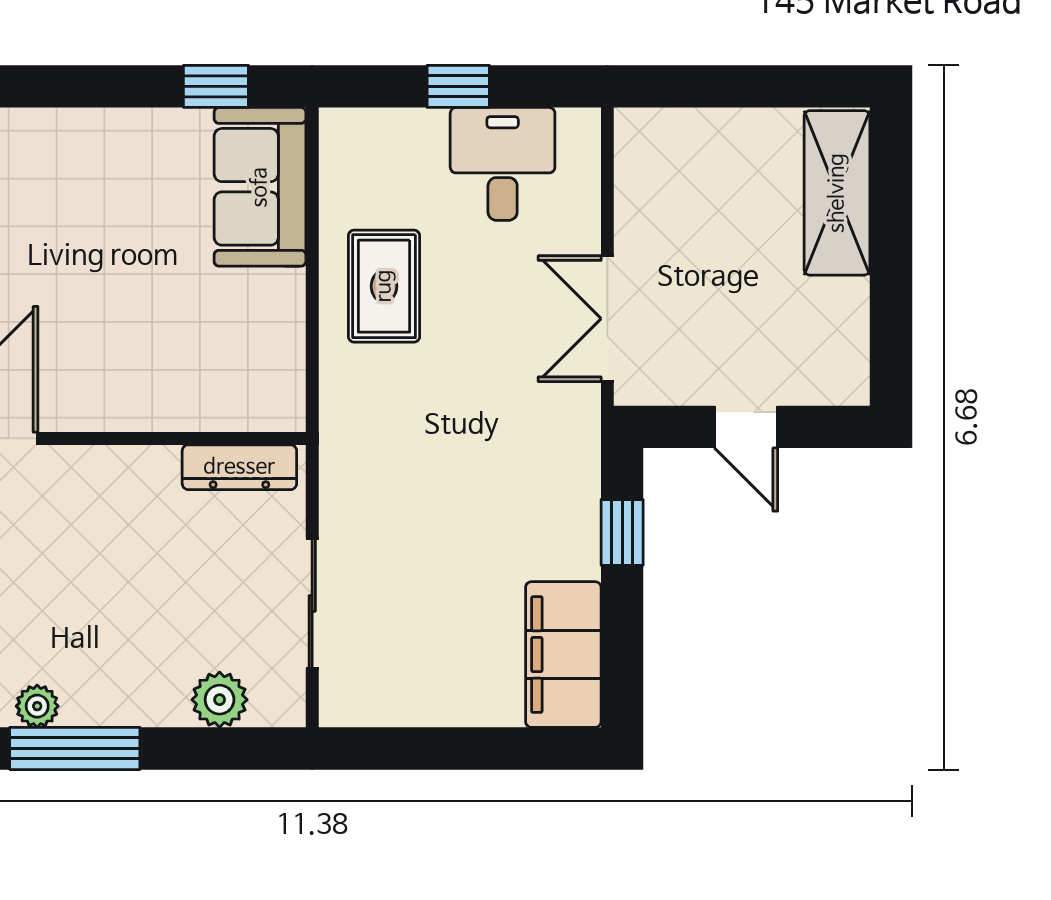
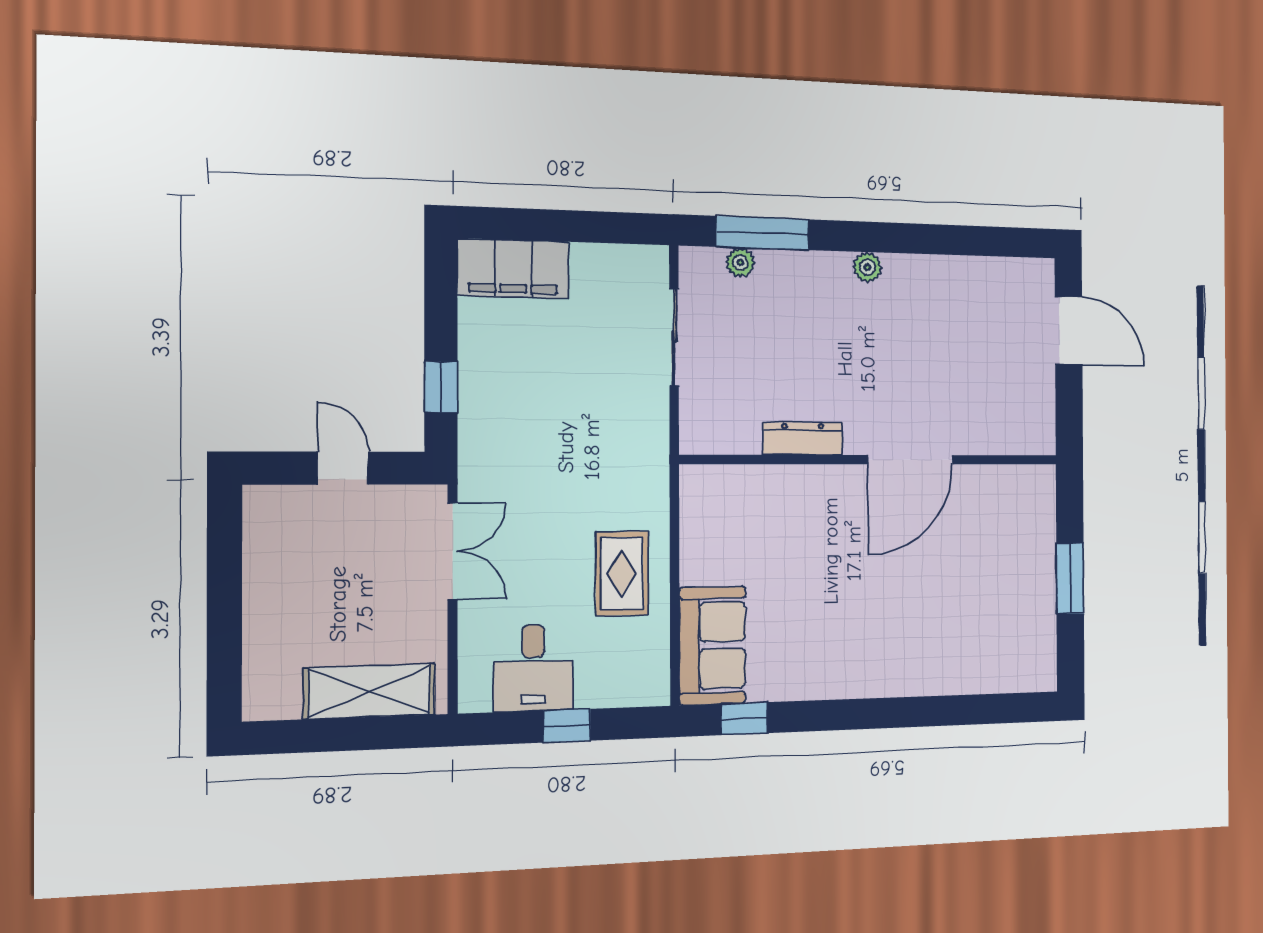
shelving: (837, 193) -> (370, 691), moved, turned 90
dresser: (239, 467) -> (803, 439), moved
filing cabinet: (563, 655) -> (513, 269), moved, turned 90
plant: (220, 700) -> (740, 262), width x0.73, depth x0.73
window: (75, 748) -> (763, 233), moved

